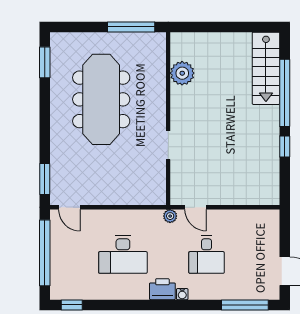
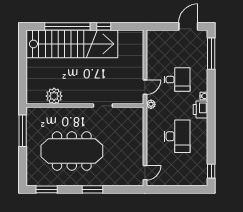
stairs: (266, 68) -> (72, 44), width x1.86, depth x1.51
window: (45, 179) -> (93, 189), moved
window: (45, 253) -> (176, 189), removed

